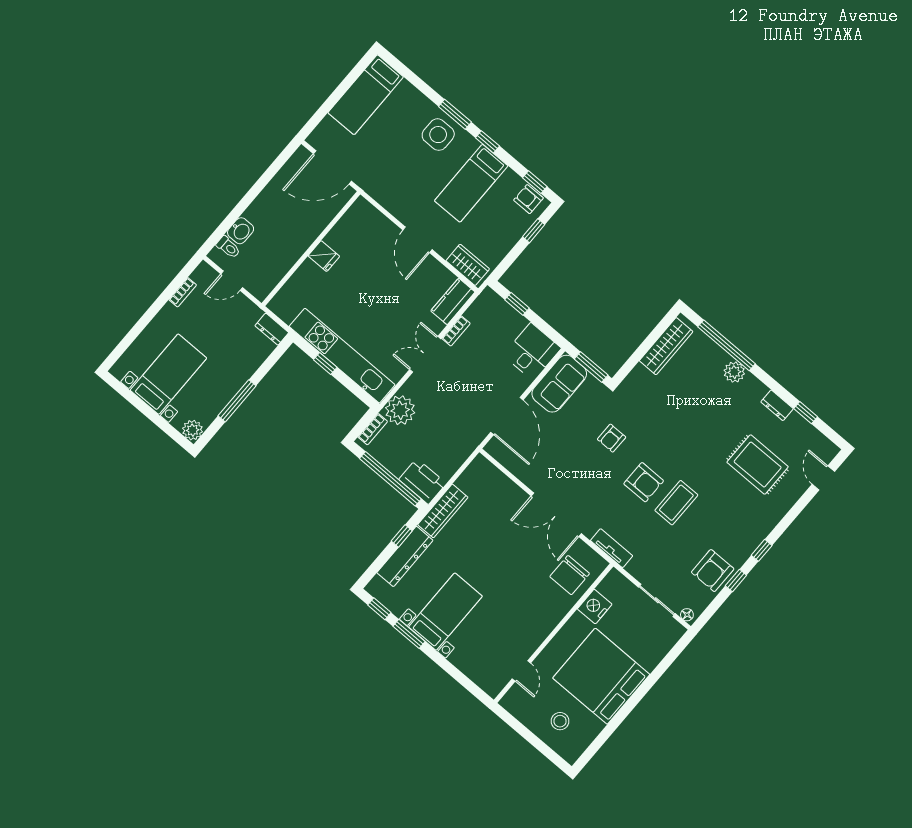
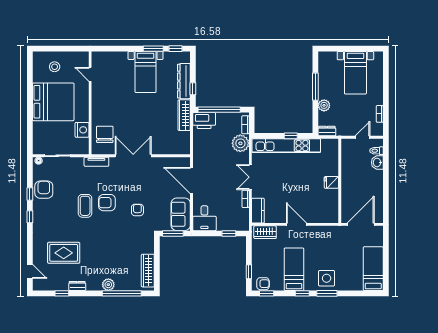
double door: (425, 354) -> (250, 177), swing flipped
plant: (193, 430) -> (324, 105), moved

